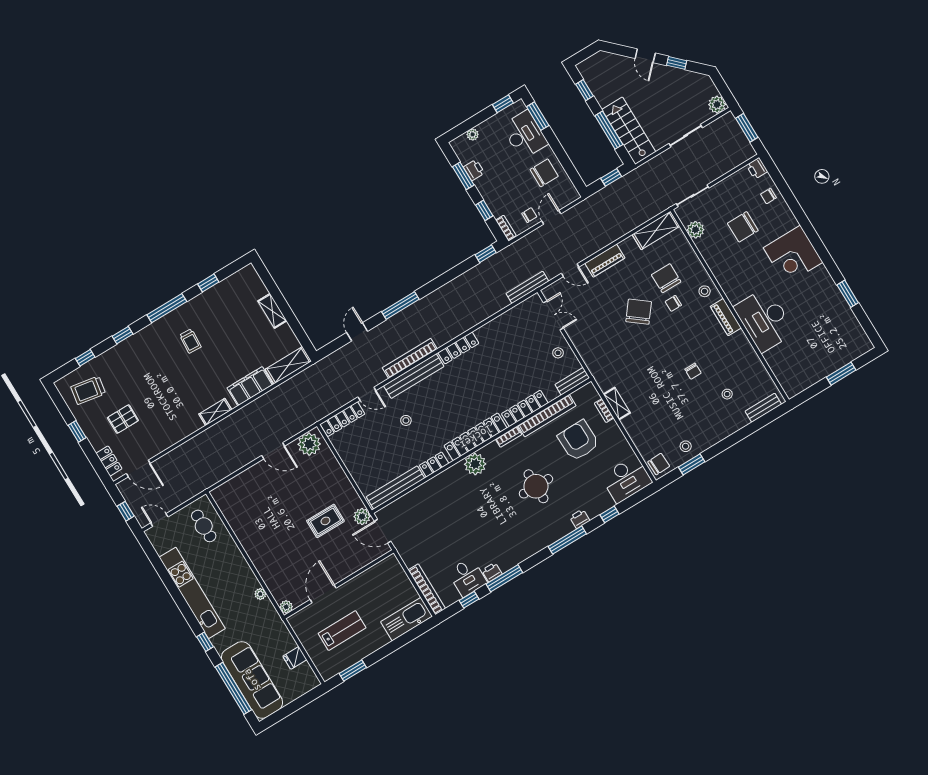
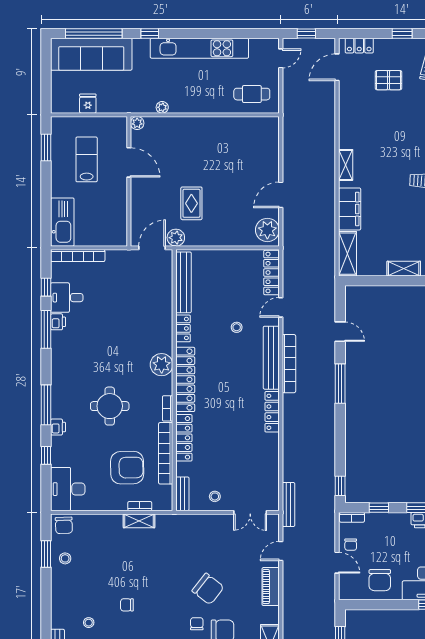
pallet: (123, 419) -> (389, 80), turned 90
lab bench: (342, 631) -> (87, 159), turned 180

